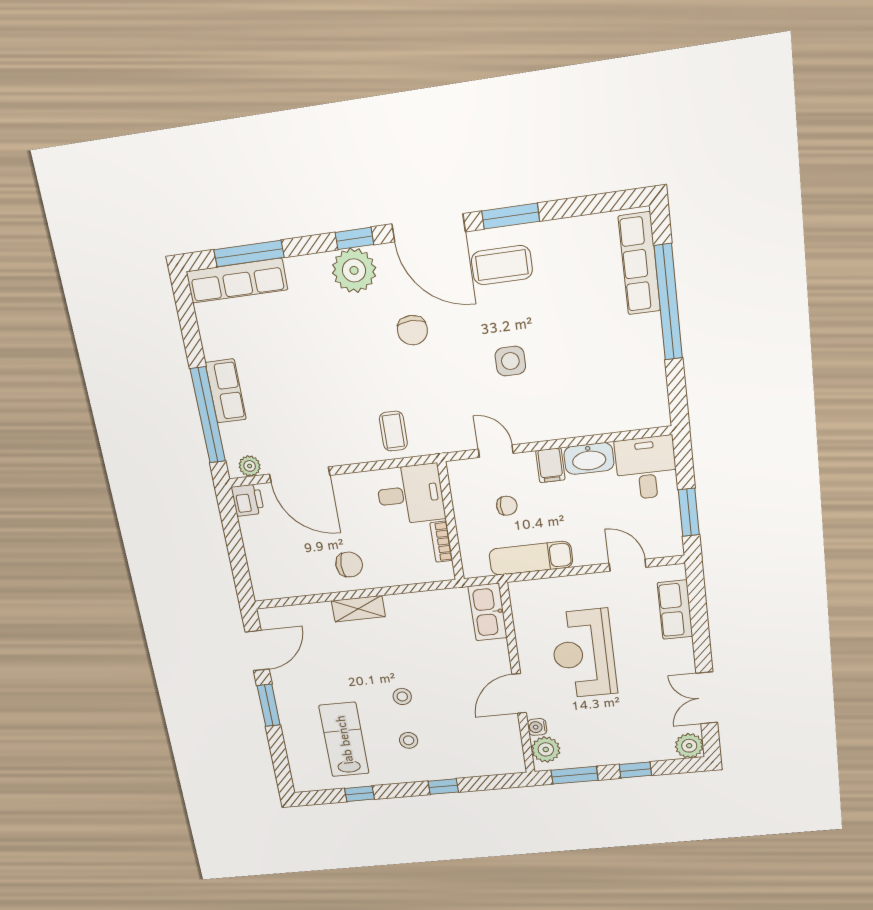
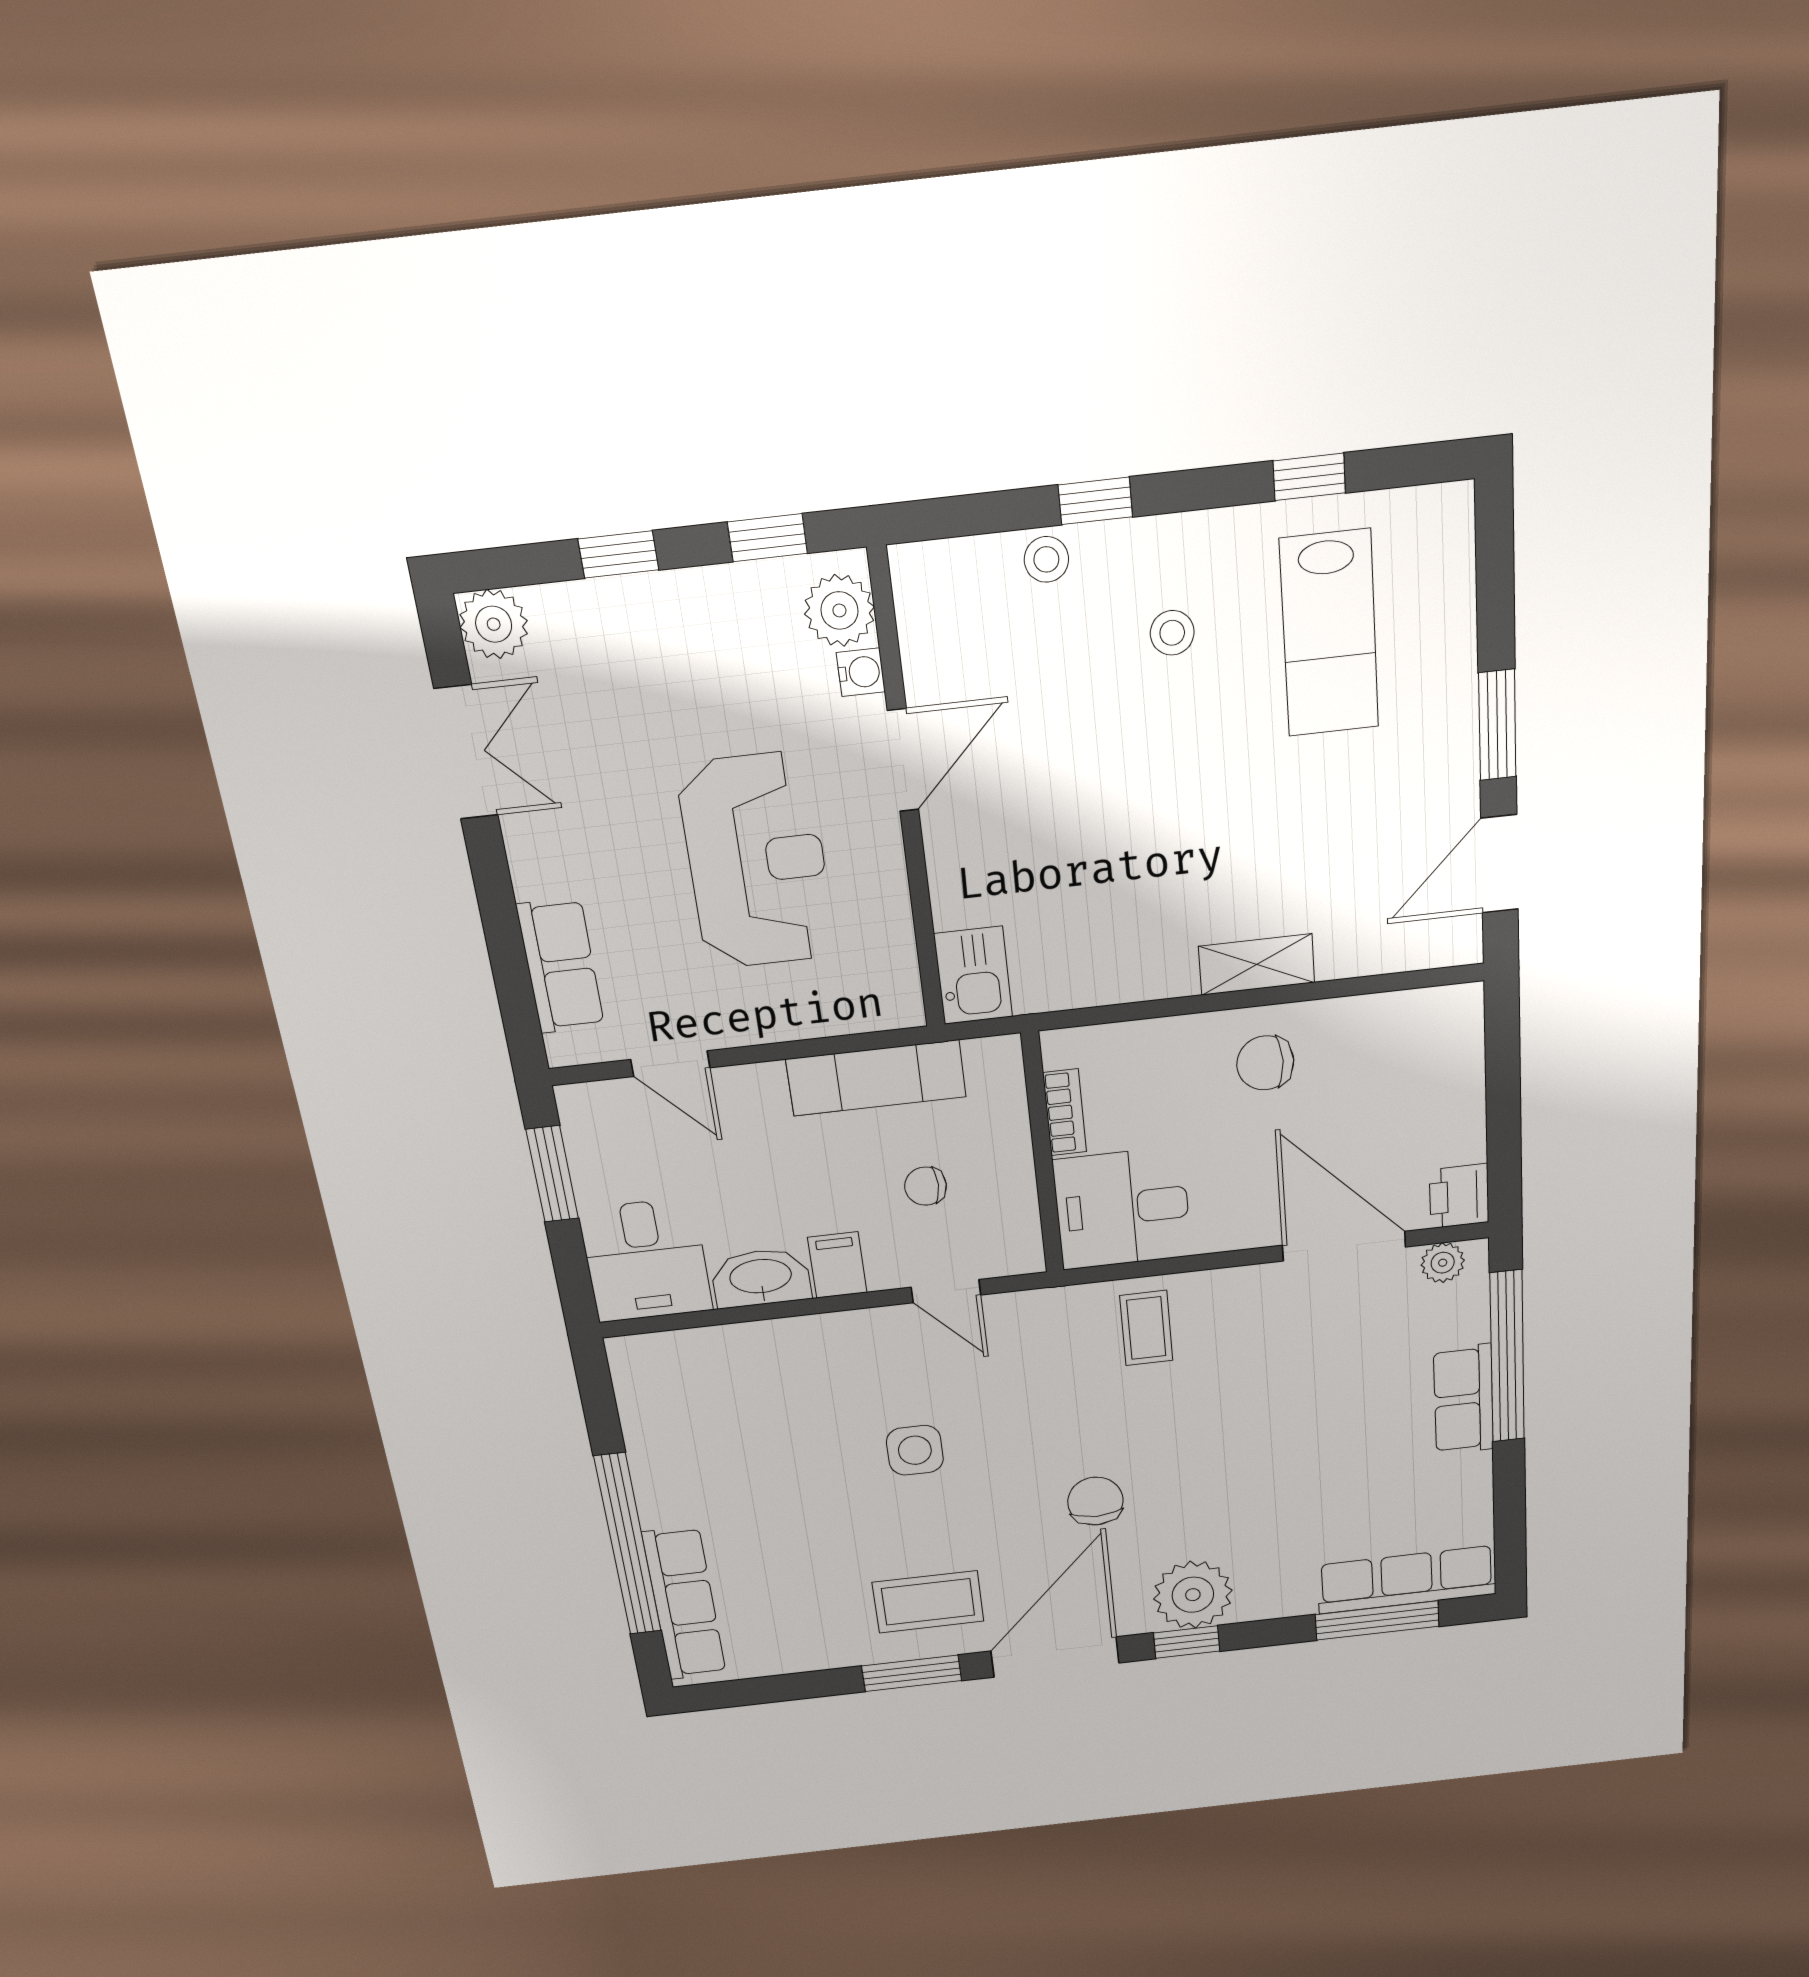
door: (429, 228) -> (1055, 1657), hinge flipped
kitchen sink: (488, 612) -> (973, 975), width x0.73
stool: (402, 696) -> (1046, 559), moved
window: (575, 775) -> (767, 538), width x0.67

